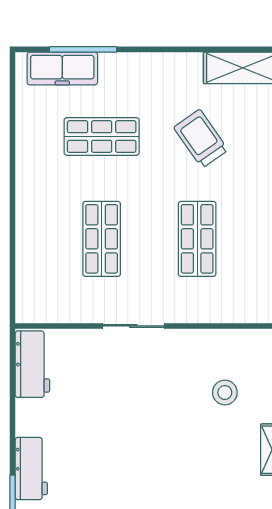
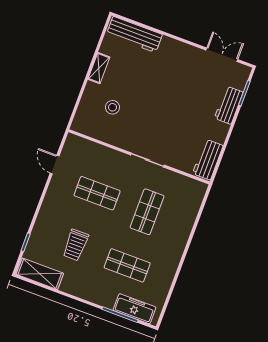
trolley: (201, 139) -> (76, 245), turned 35
shop shelf: (197, 239) -> (97, 193), turned 90

